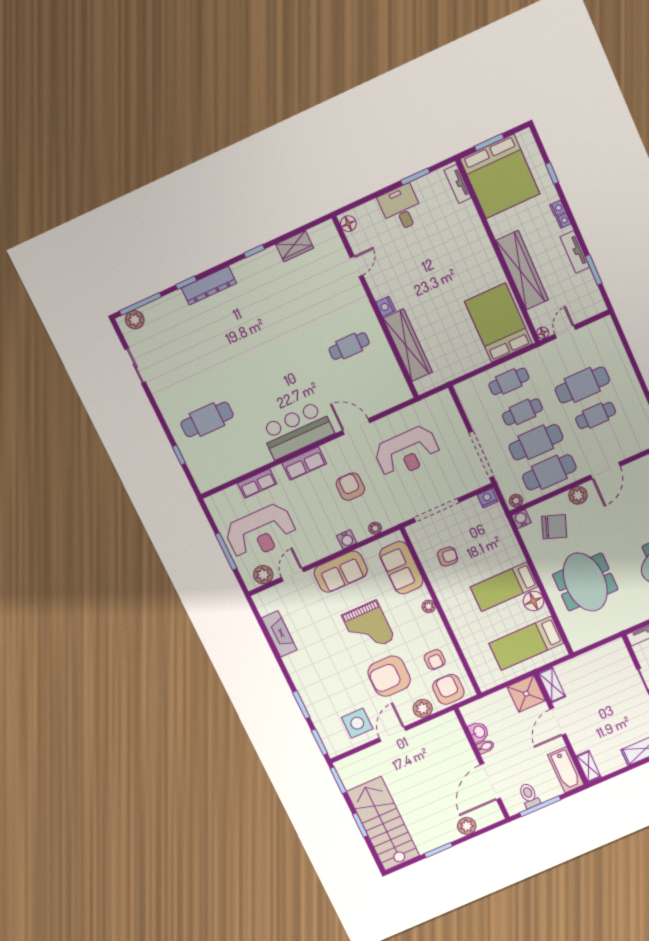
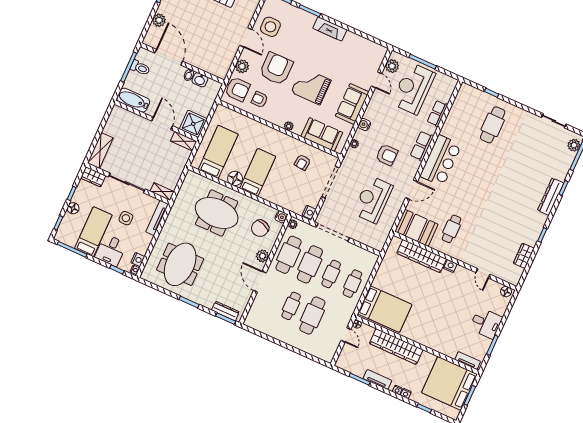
booth: (387, 381) -> (416, 228), added
fireplace: (279, 634) -> (330, 29), moved
shelving: (589, 767) -> (162, 192), moved

